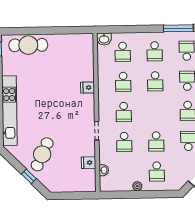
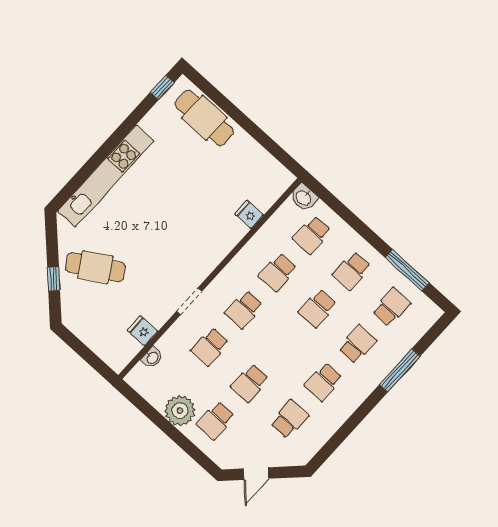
fridge: (88, 88) -> (249, 214), moved
cafe table: (42, 154) -> (95, 267), turned 34
plant: (137, 186) -> (180, 411), width x1.88, depth x1.88

